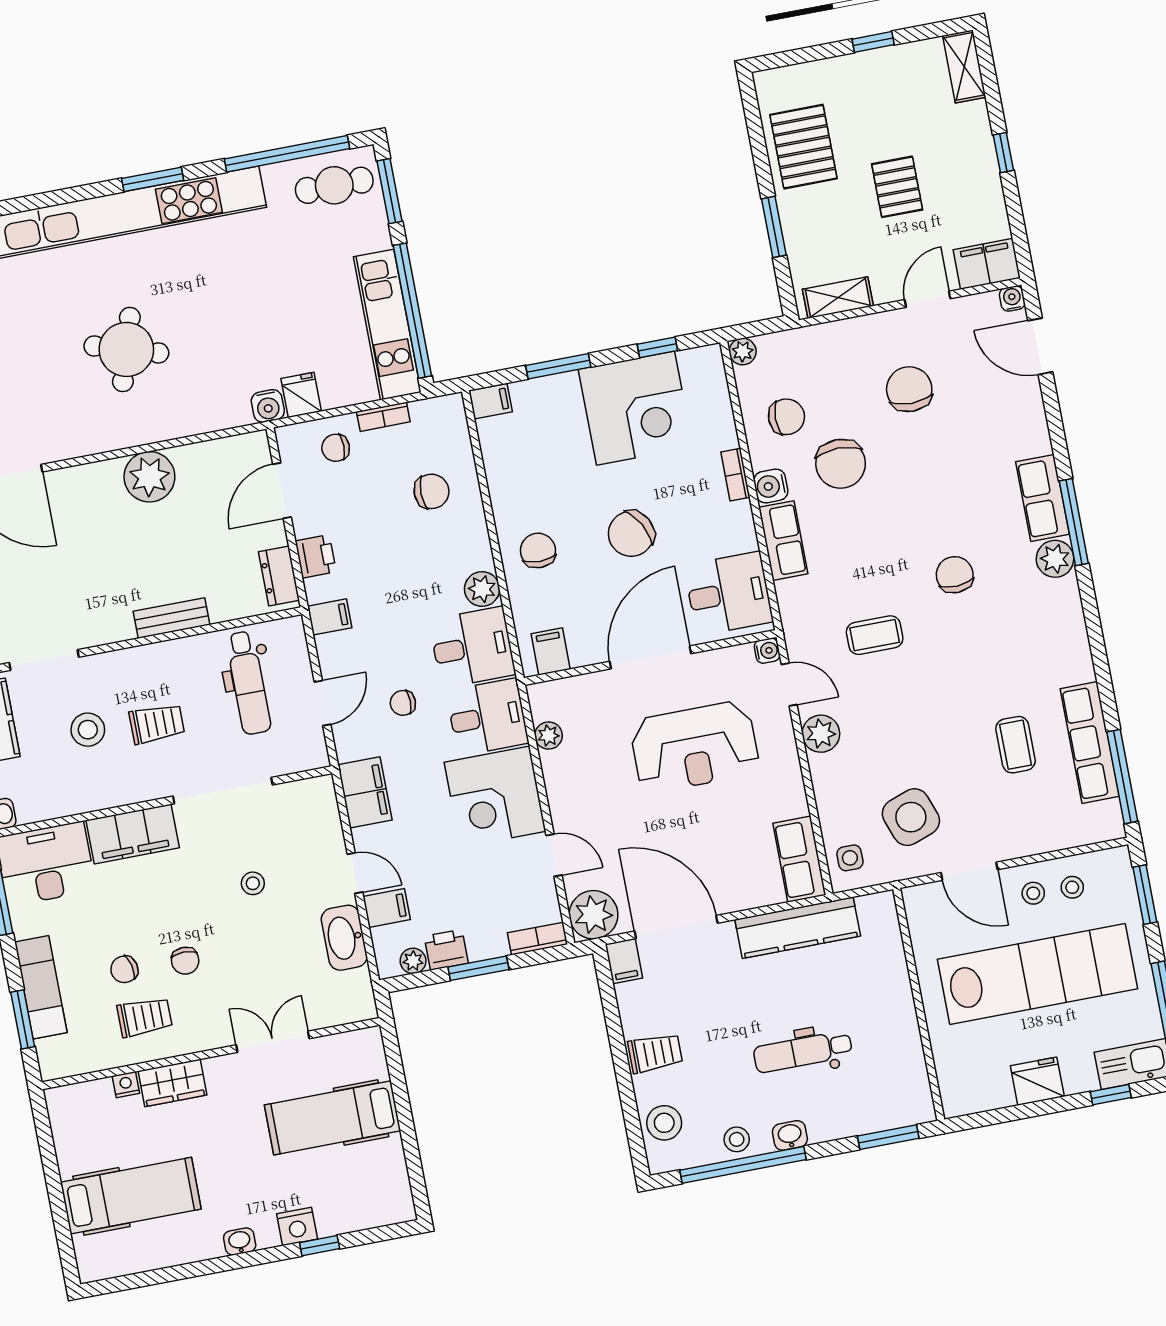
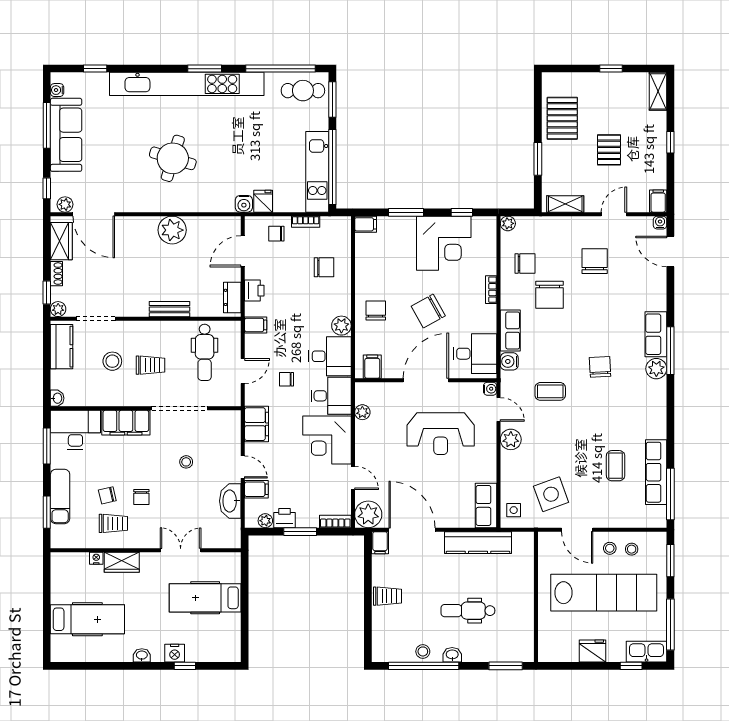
filing cabinet: (987, 264) -> (658, 201), width x0.50
water cooler: (771, 486) -> (509, 361), moved
stool: (664, 1123) -> (385, 635), removed

